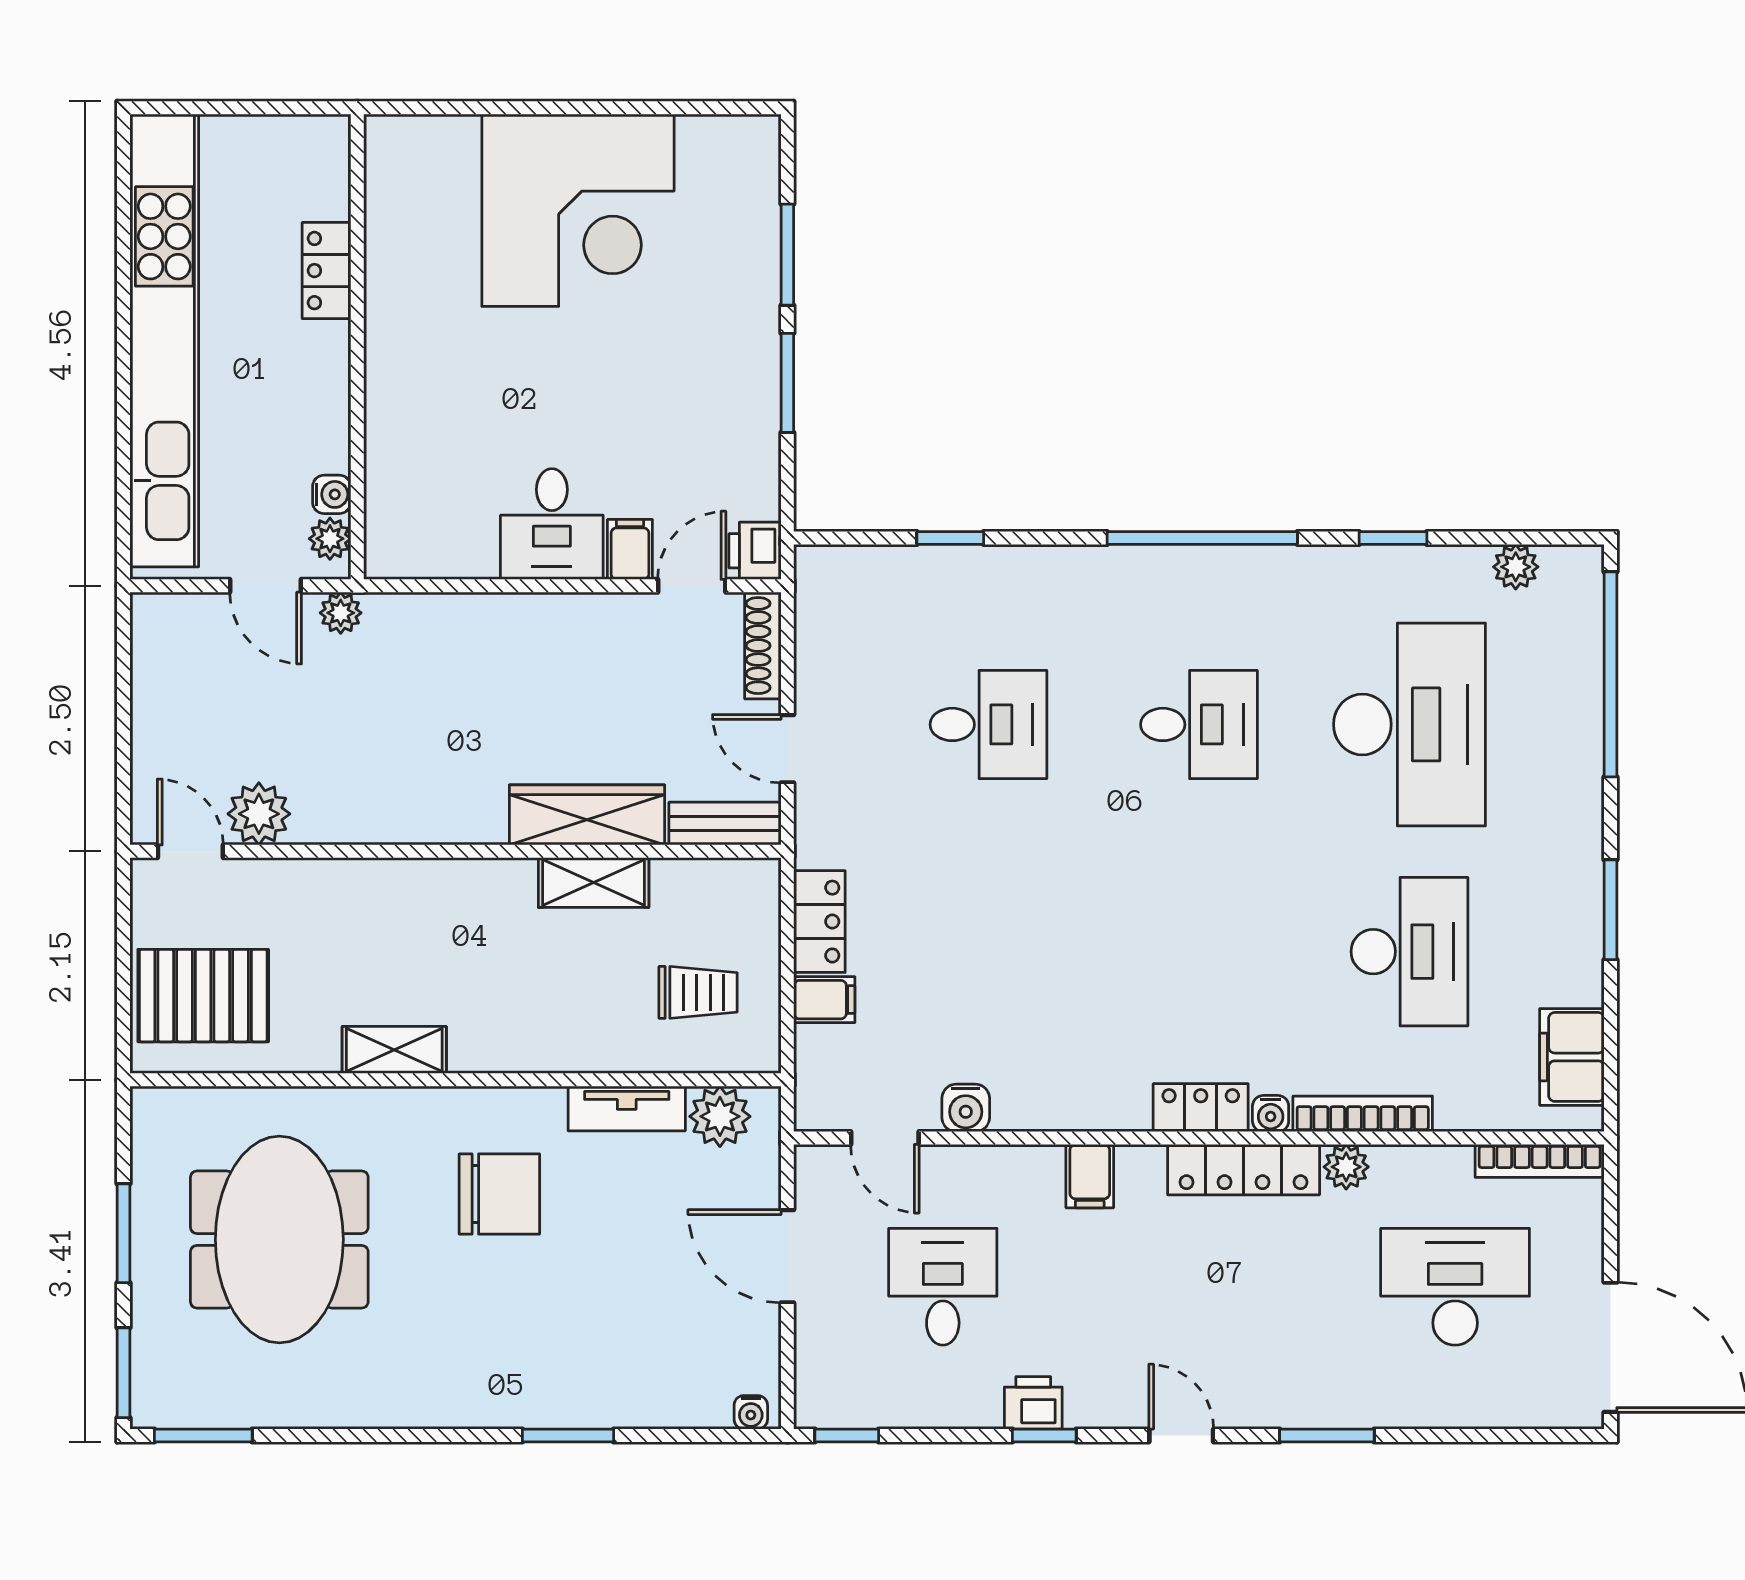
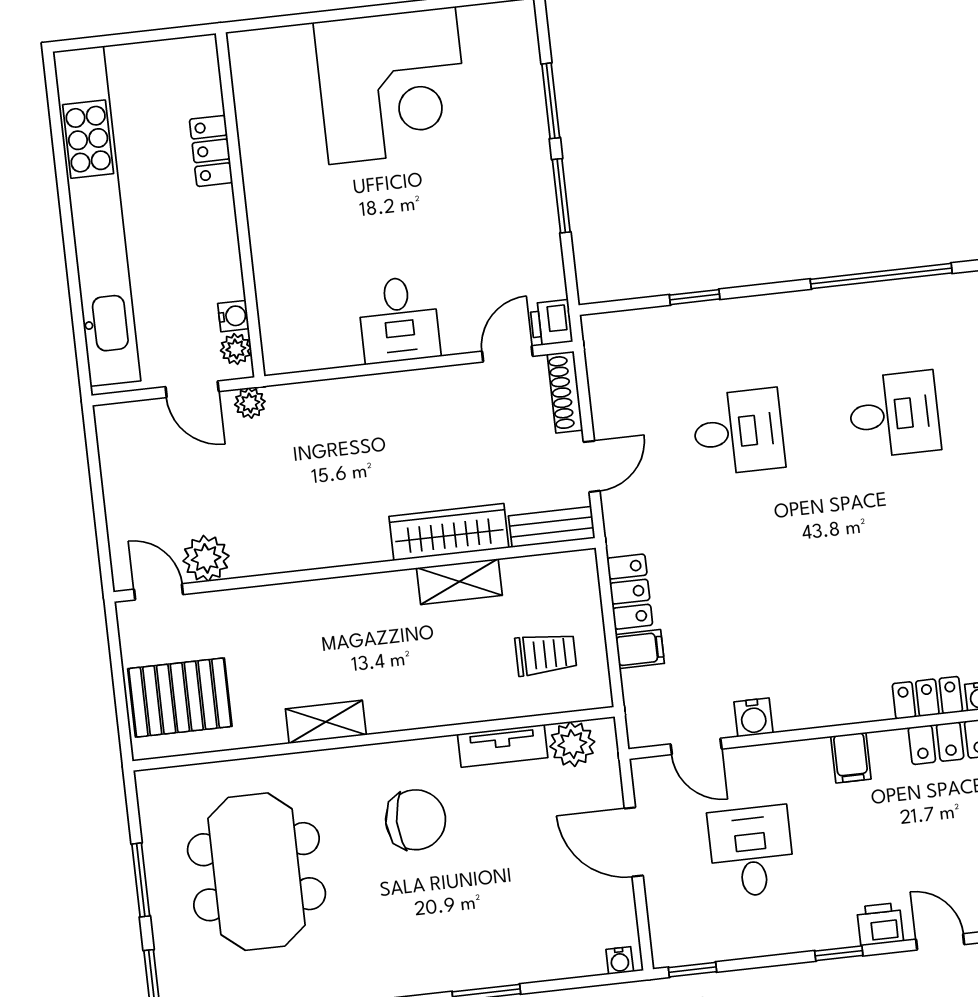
filing cabinet: (630, 549) -> (459, 332), removed
door: (787, 749) -> (592, 466), swing flipped
printer: (1033, 1403) -> (880, 924), moved

